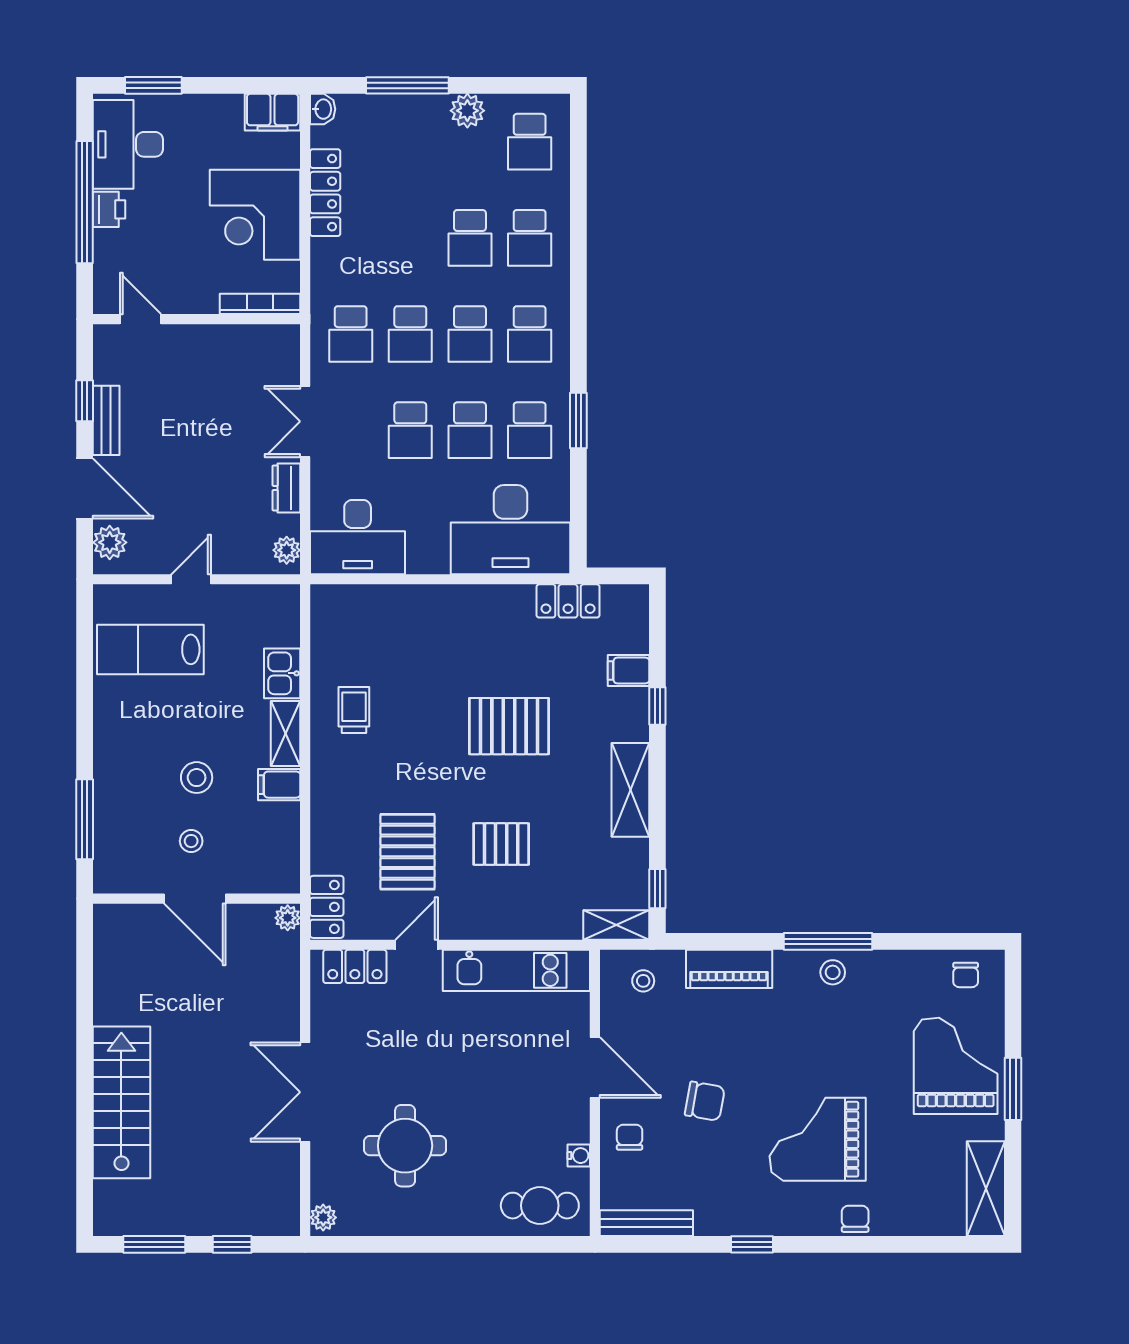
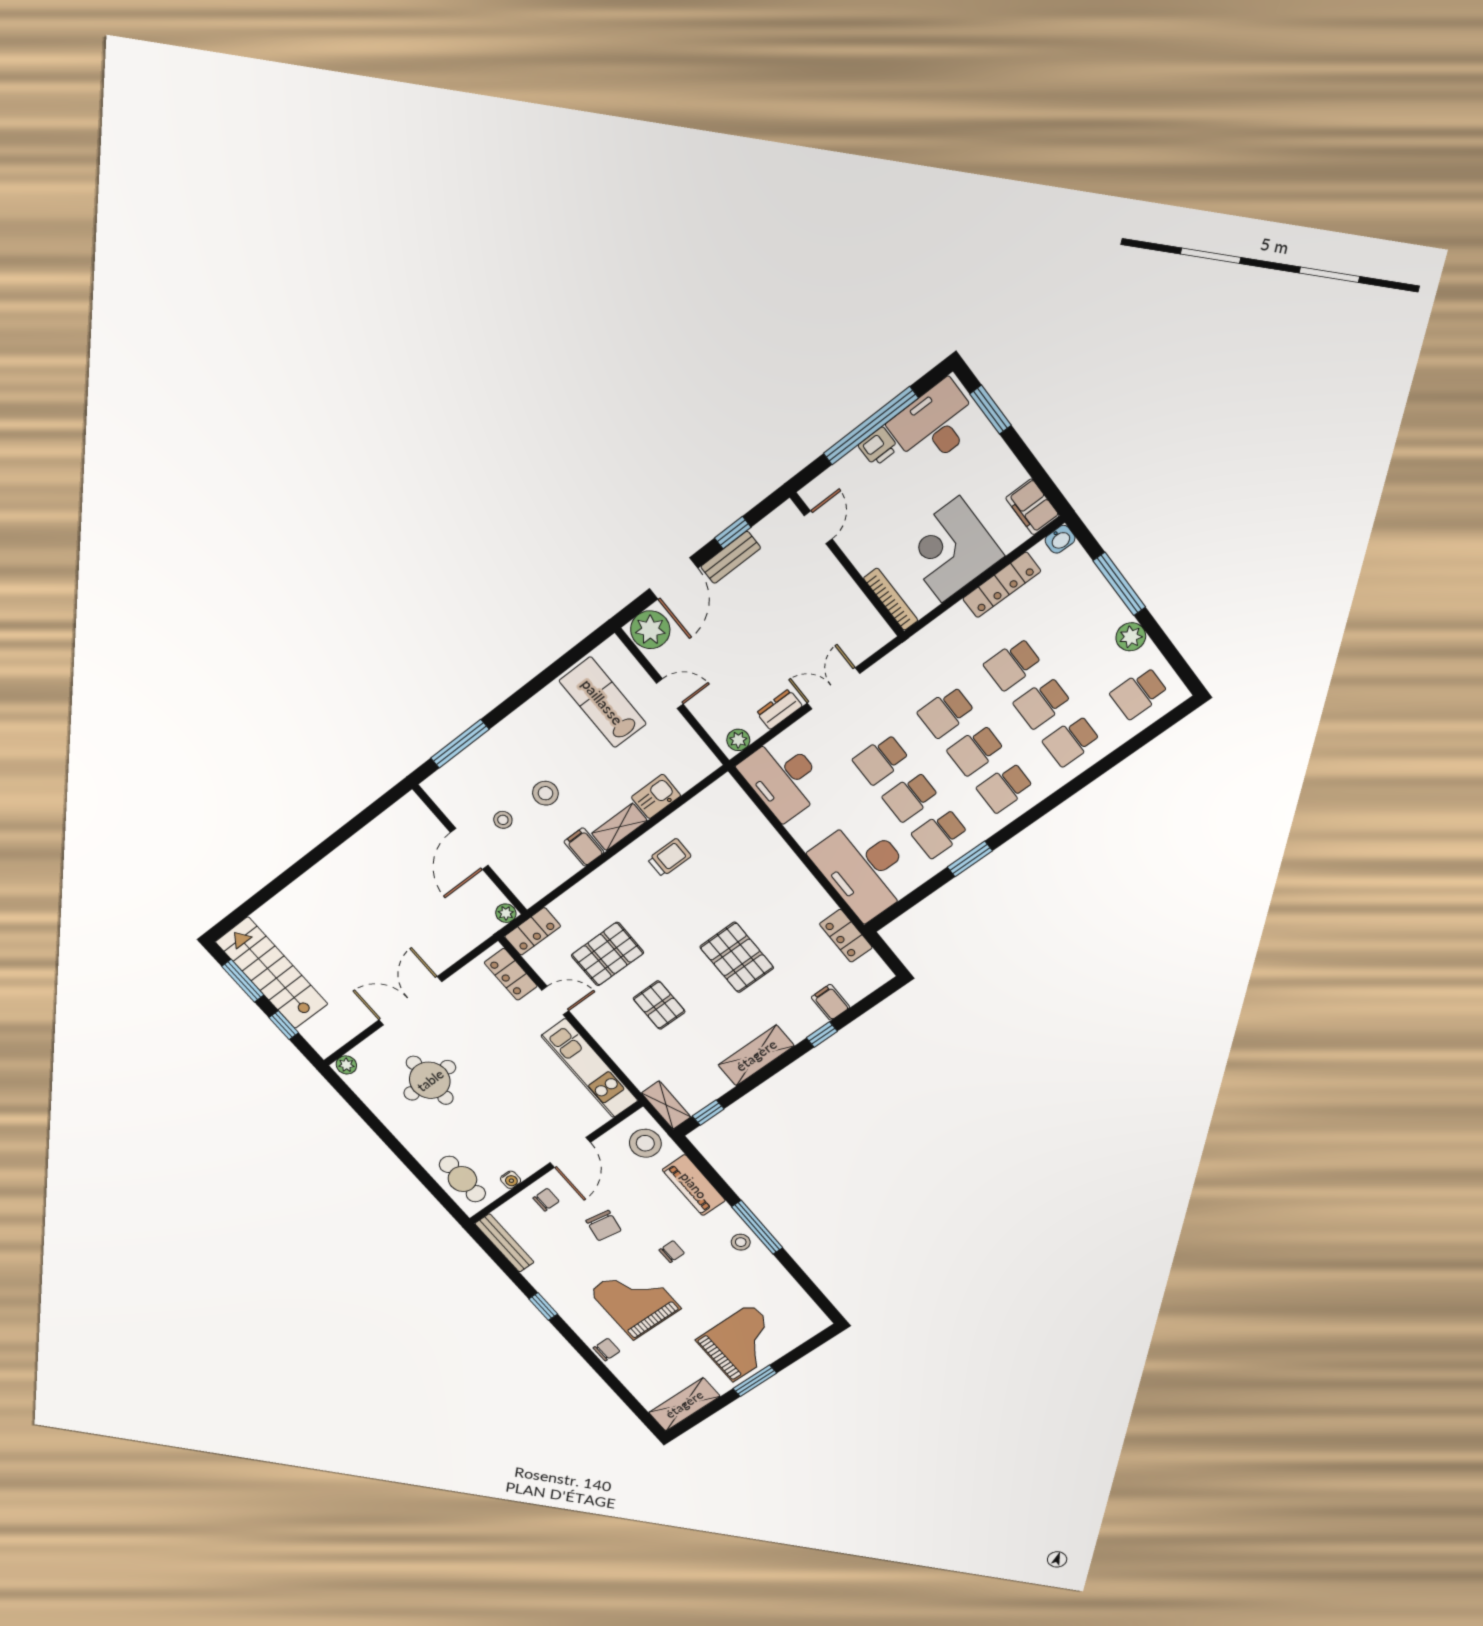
school desk: (351, 334) -> (1013, 664), moved
plant: (110, 542) -> (650, 630), width x1.36, depth x1.36
chair: (966, 975) -> (672, 1252), moved, turned 180
stool: (643, 981) -> (645, 1143), width x1.89, depth x1.89
stairs: (121, 1102) -> (272, 973), moved, turned -90

